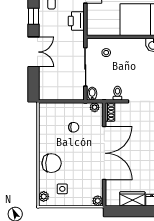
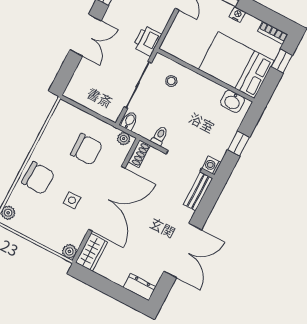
printer: (76, 21) -> (147, 41), moved
chair: (74, 127) -> (87, 149), width x1.87, depth x1.87
side table: (62, 189) -> (72, 200), moved
wardrobe: (132, 199) -> (92, 252), moved, turned 90

